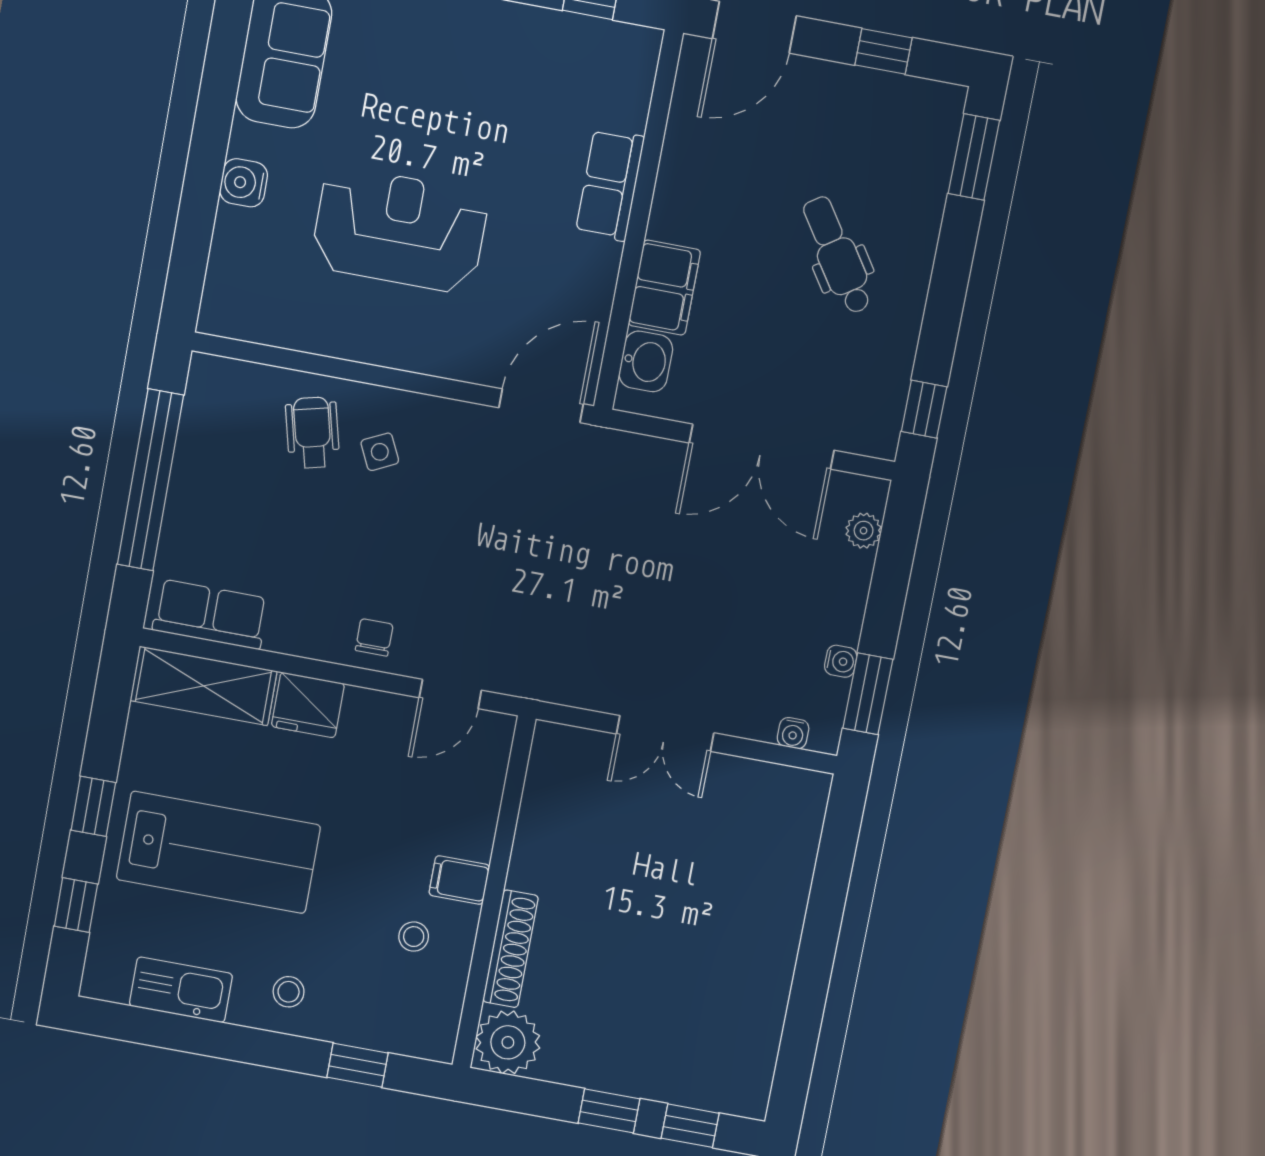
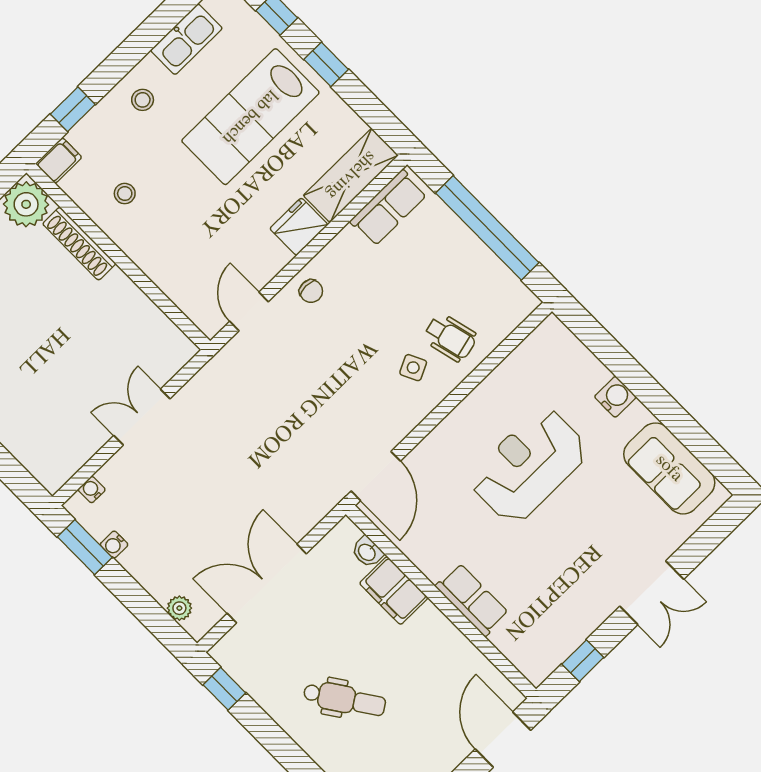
reception desk: (400, 230) -> (529, 465), turned 180
washbasin: (646, 361) -> (367, 552), width x0.72, depth x0.69
filing cabinet: (459, 880) -> (59, 161), moved

